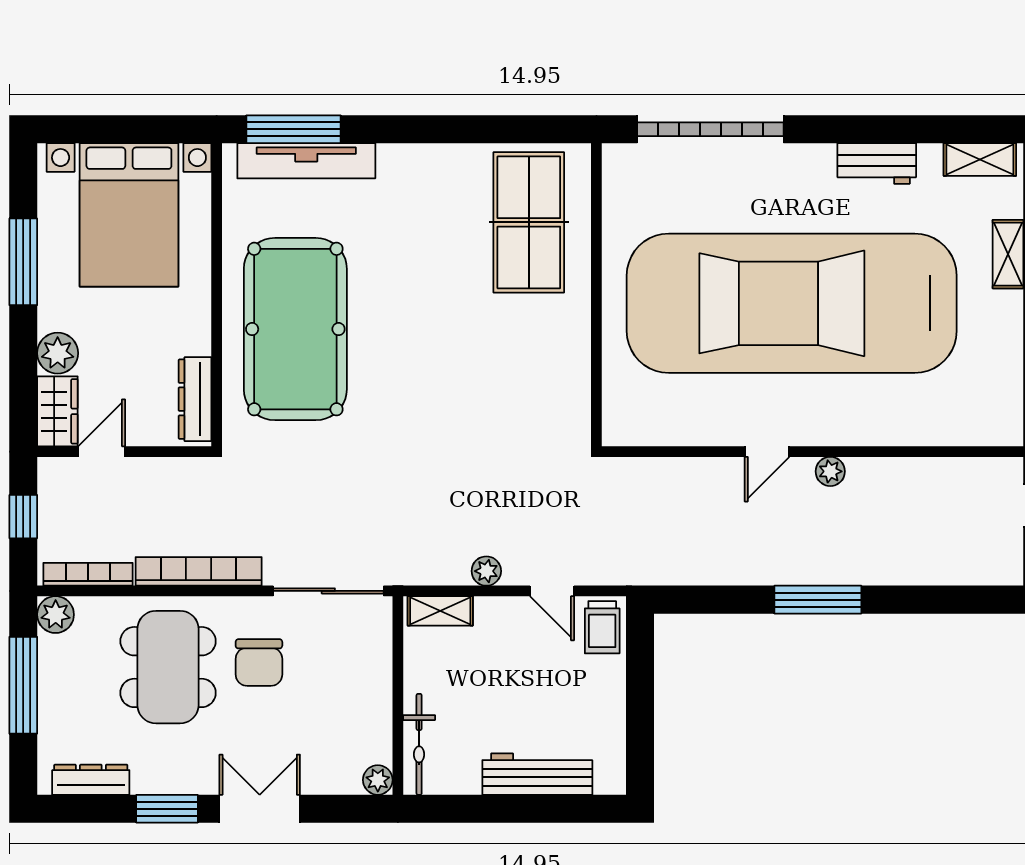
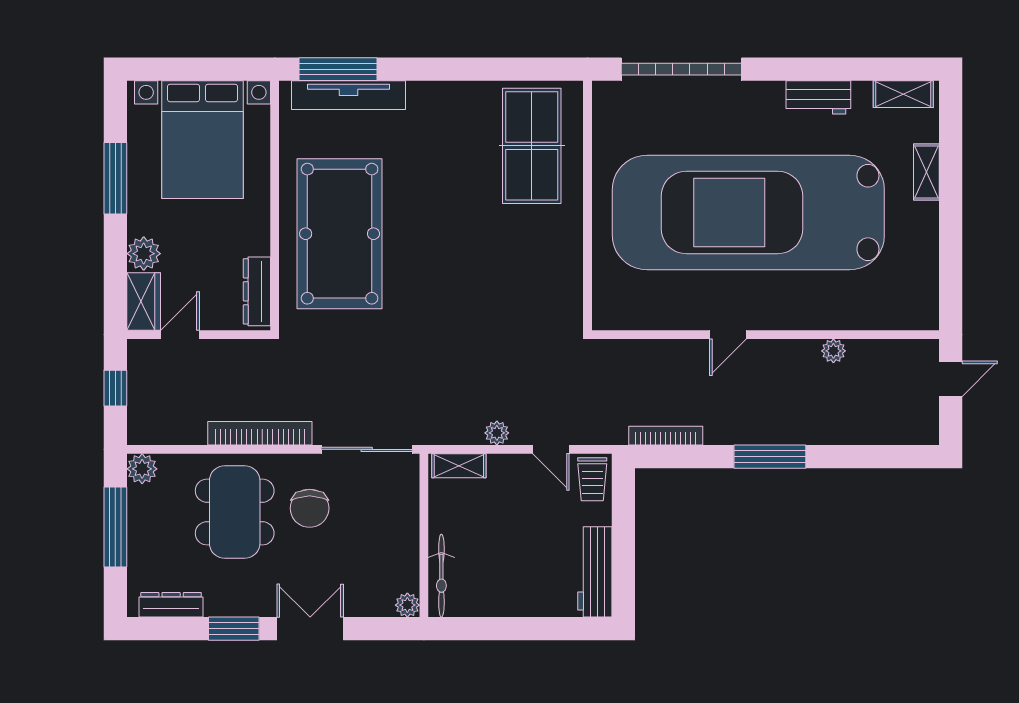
plant: (830, 471) -> (833, 351), moved
bookcase: (88, 574) -> (666, 436), moved
workbench: (537, 774) -> (595, 572), moved, turned -90

